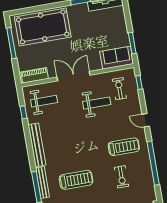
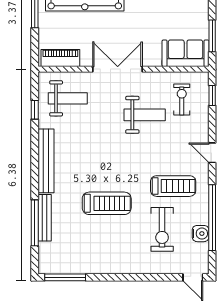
water cooler: (147, 175) -> (201, 234), added
exercise bike: (121, 177) -> (162, 229), width x1.38, depth x1.39
treadmill: (76, 180) -> (107, 203), moved

